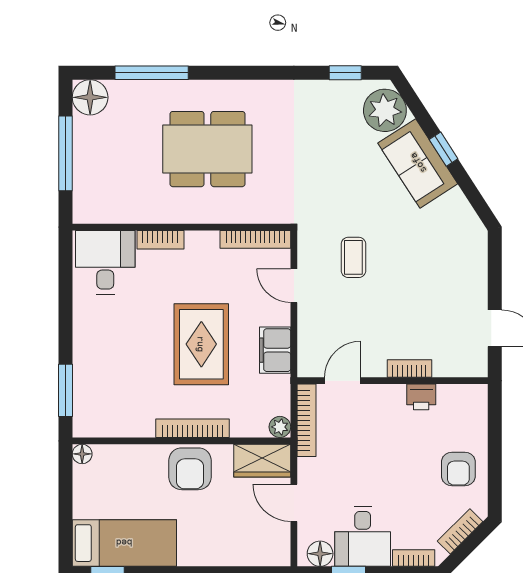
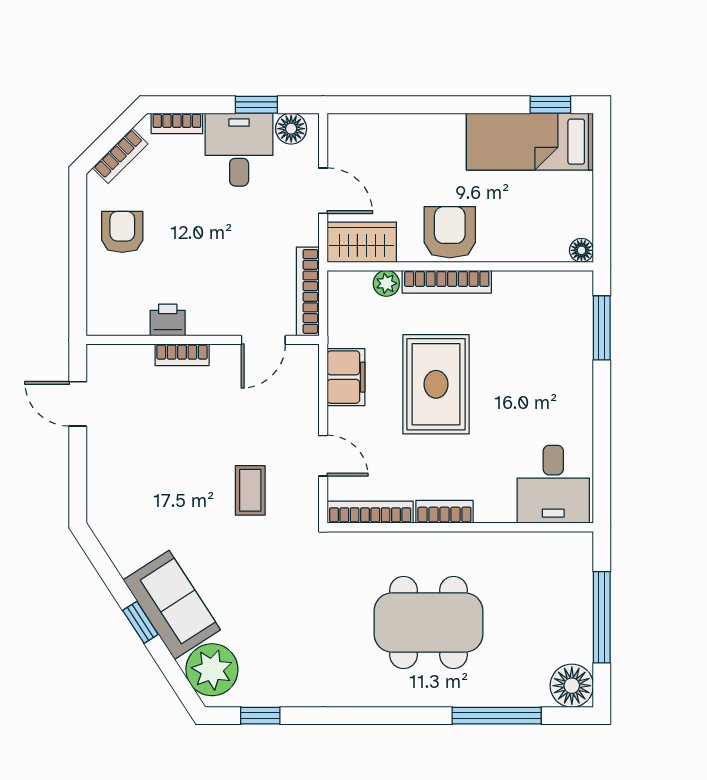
bookcase: (160, 240) -> (444, 512), moved
plant: (280, 427) -> (386, 283), moved

